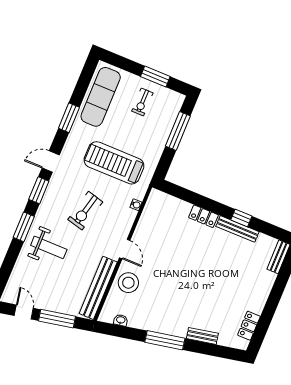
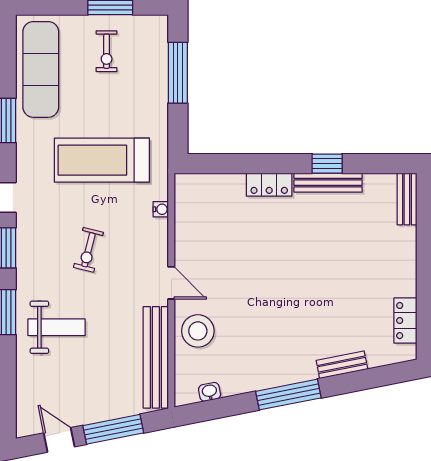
exercise bike: (85, 211) -> (88, 250), width x0.73, depth x0.72

